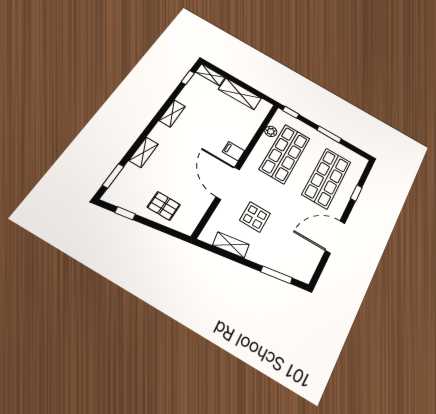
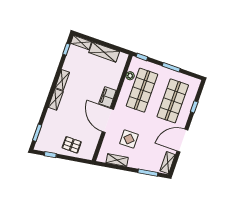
filing cabinet: (233, 151) -> (107, 97), width x2.00
shelving: (144, 152) -> (56, 99), moved
shelving: (309, 266) -> (168, 163), added

